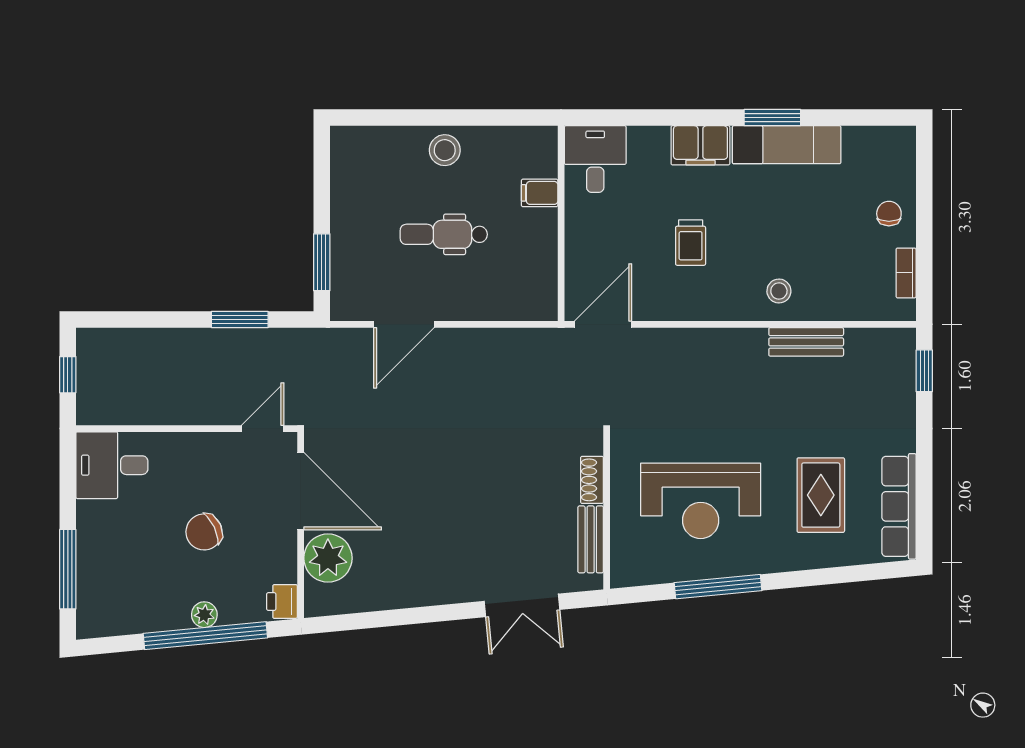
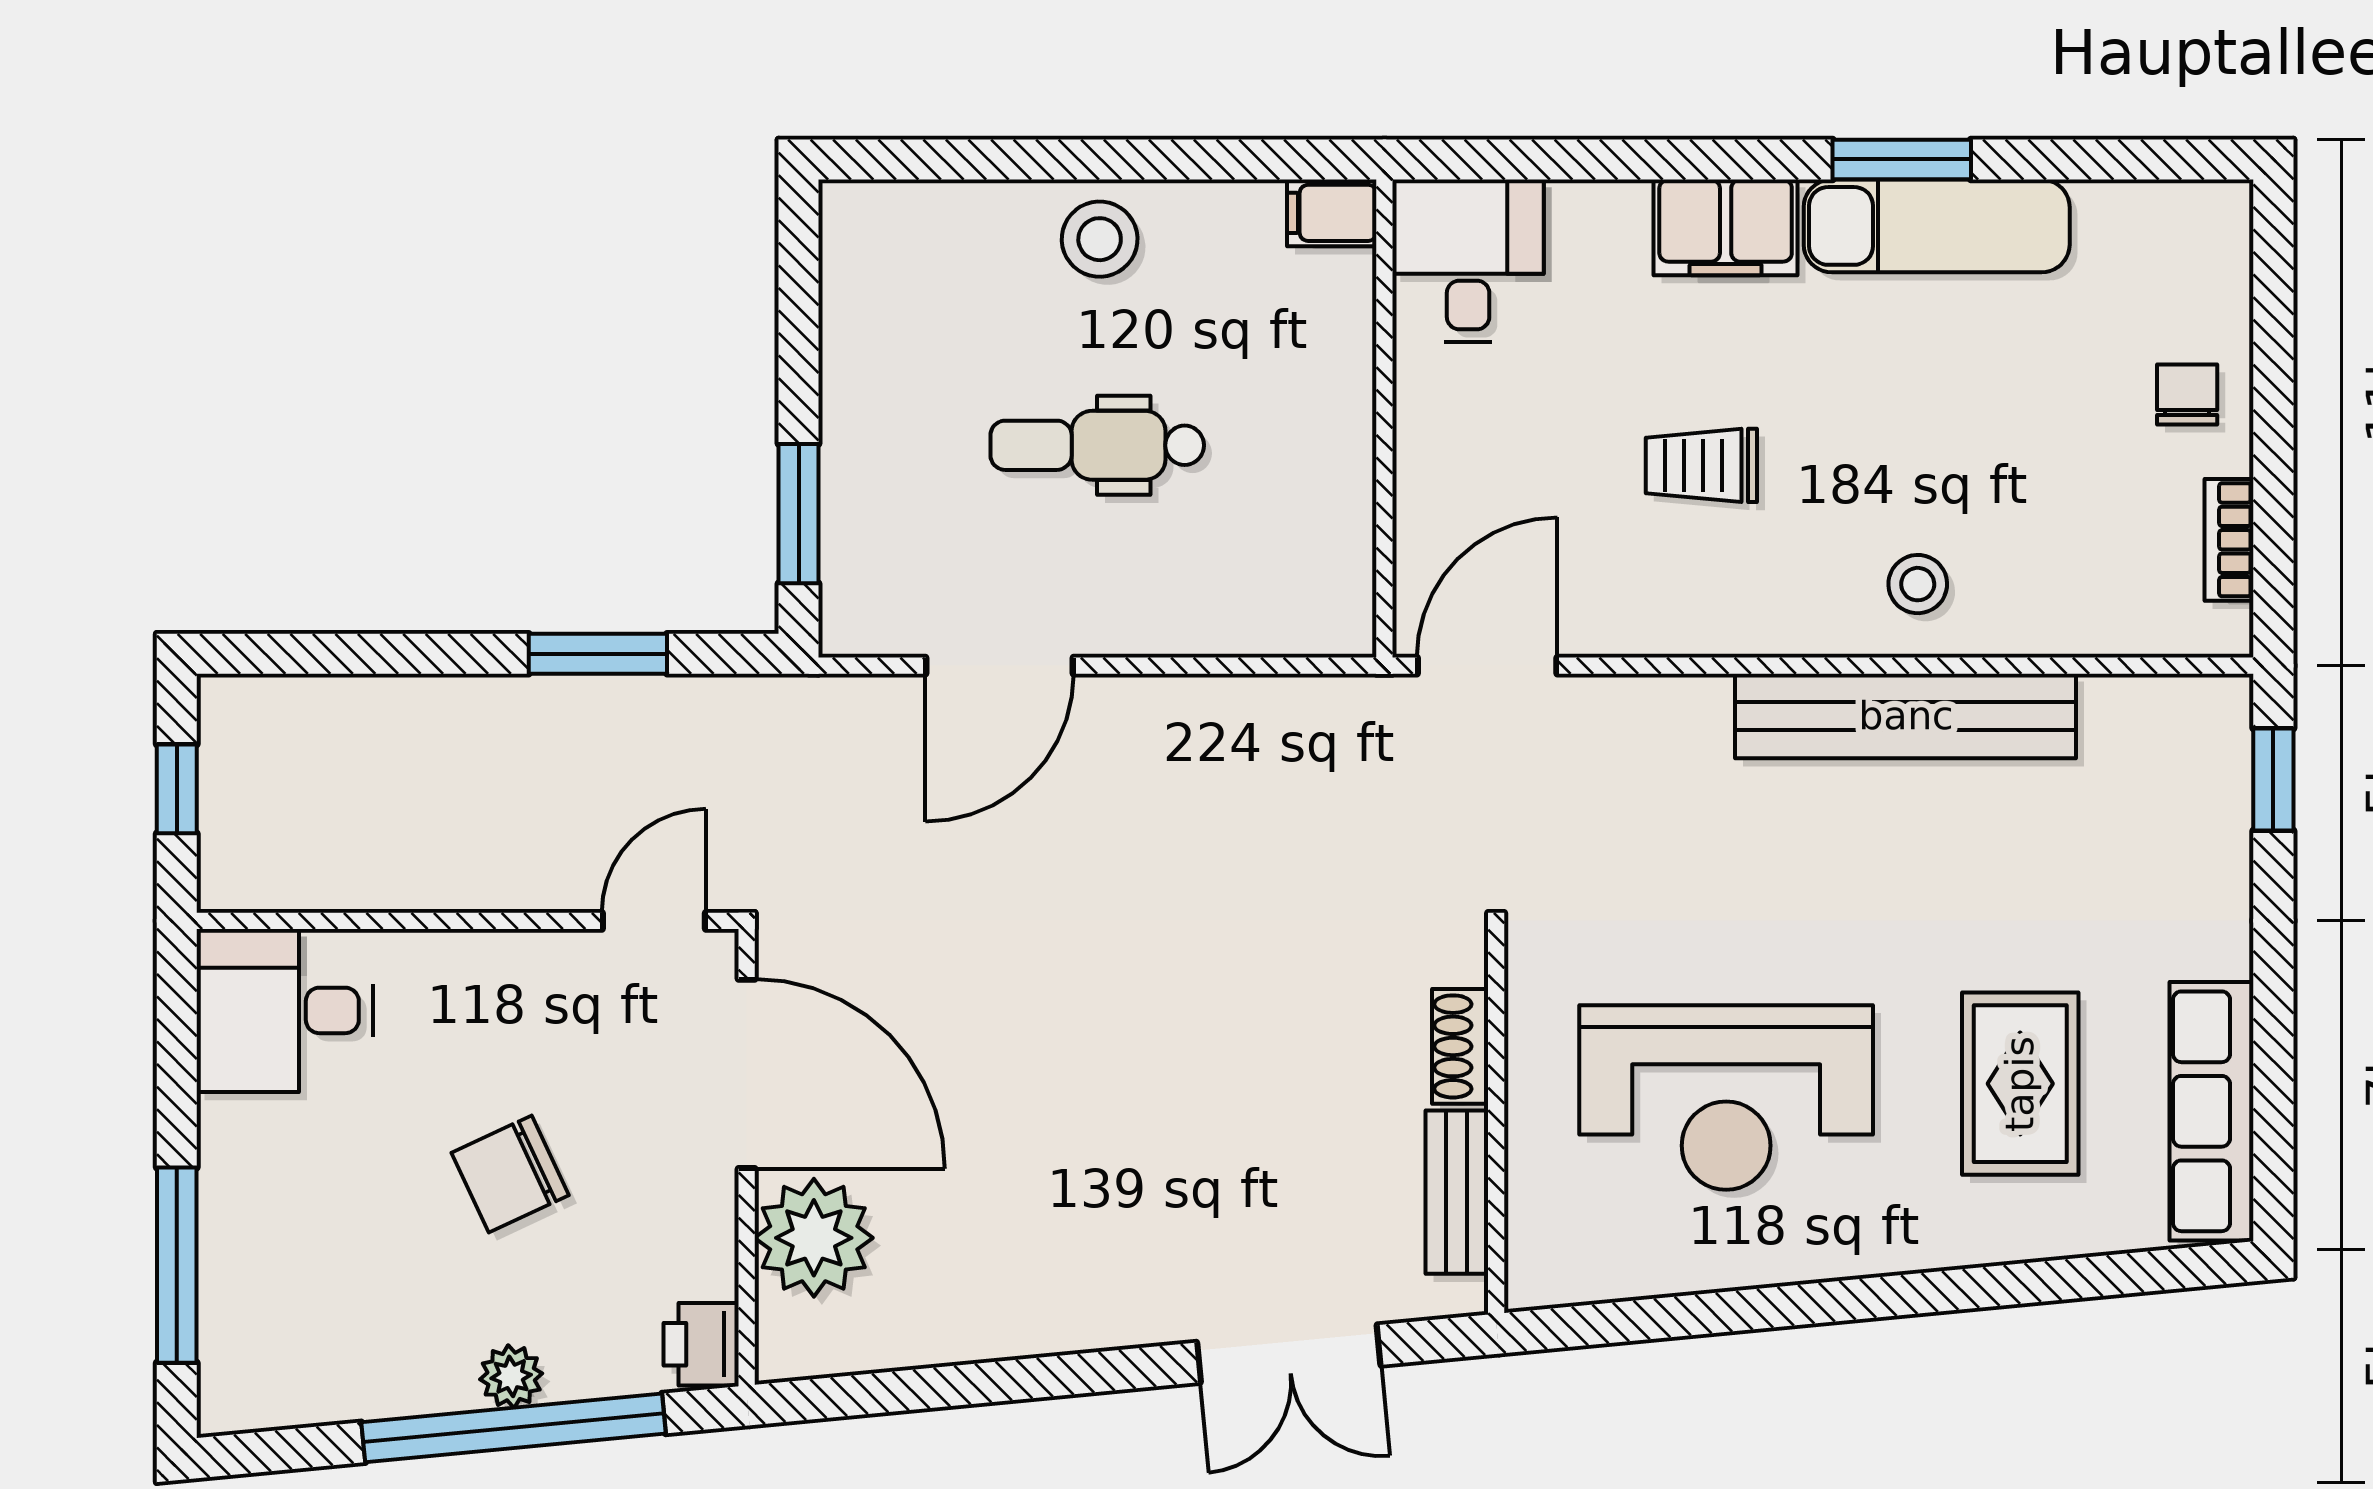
filing cabinet: (540, 193) -> (1332, 213), moved
trolley: (691, 243) -> (1701, 465), turned 90
bench: (806, 342) -> (1906, 716), width x1.86, depth x1.21
window: (718, 587) -> (1769, 1308), removed

